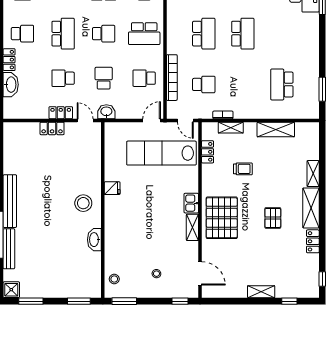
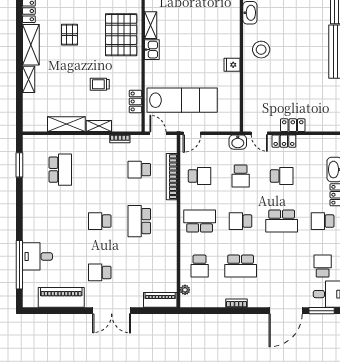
school desk: (63, 34) -> (282, 221), turned -90
school desk: (243, 34) -> (100, 221), width x0.54
shelving: (231, 128) -> (99, 126), moved

